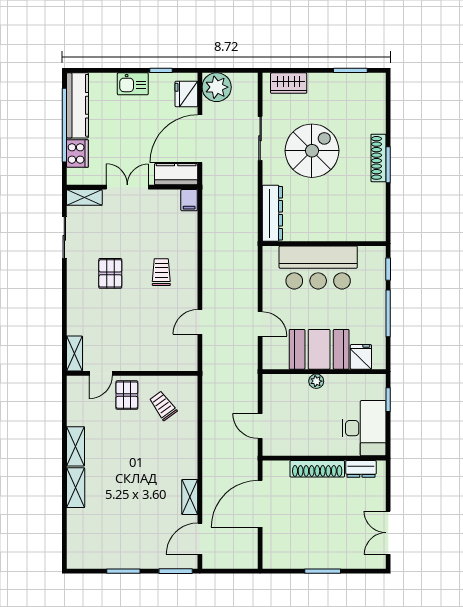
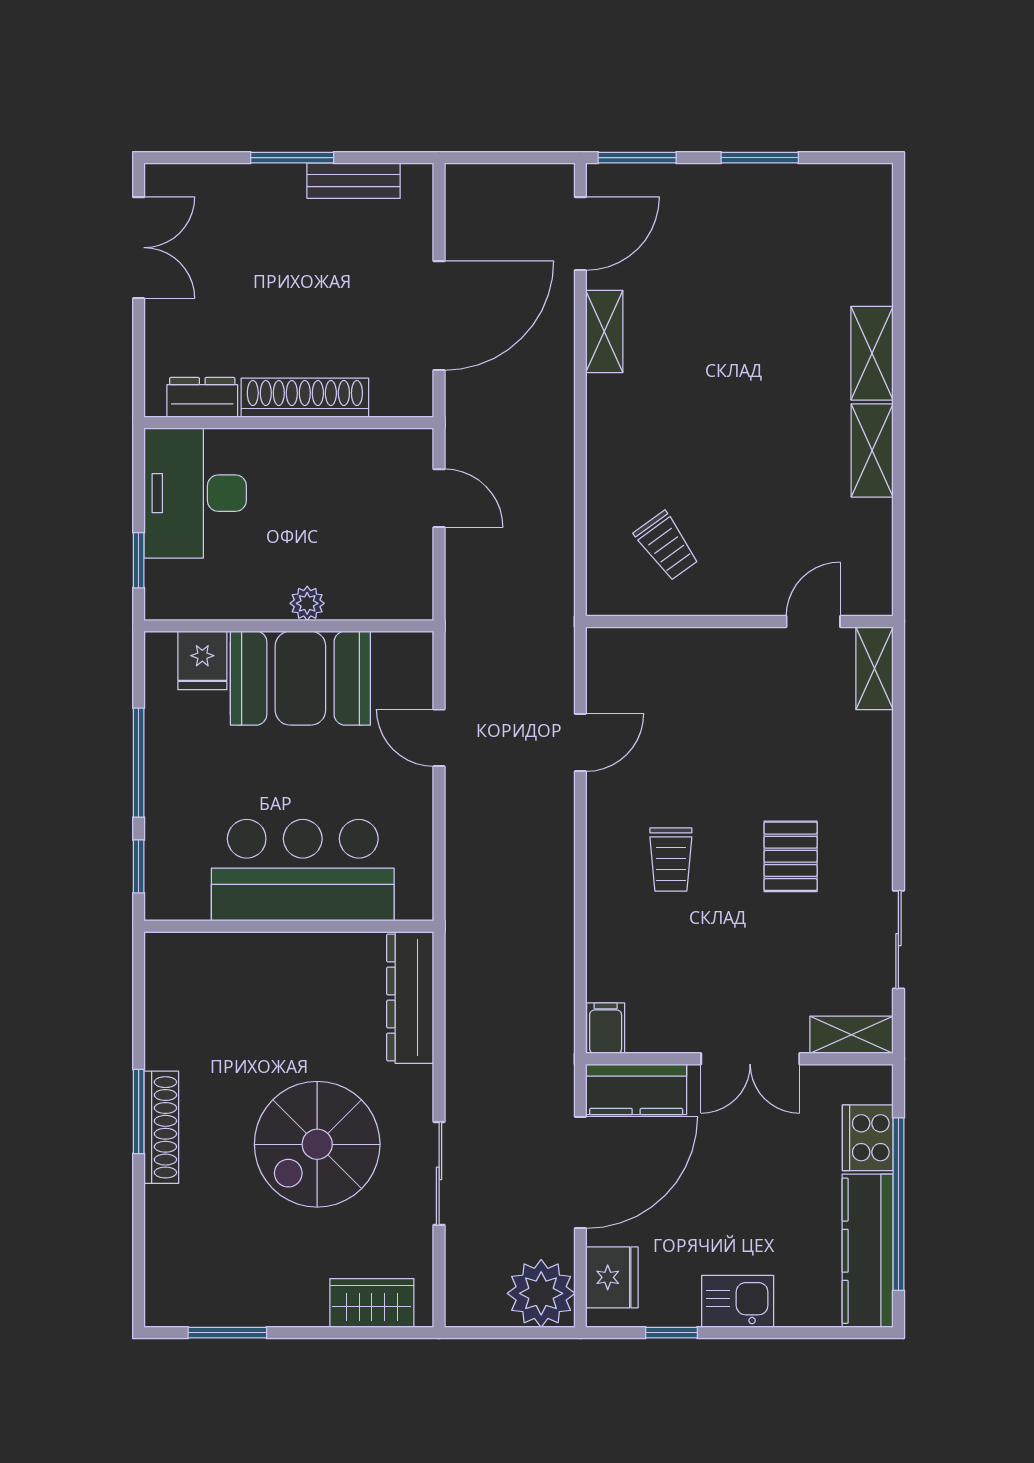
pallet: (127, 395) -> (752, 571), removed
bench: (297, 561) -> (353, 181), added

